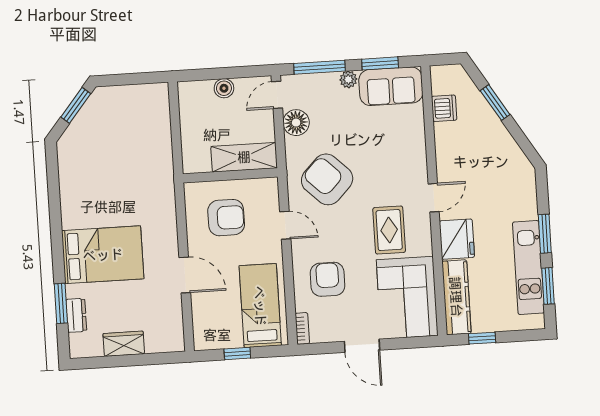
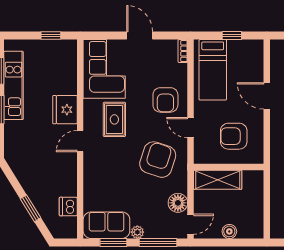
armchair: (327, 179) -> (158, 160), turned -116
armchair: (328, 279) -> (165, 100), moved
kitchen counter: (456, 297) -> (68, 67), removed

